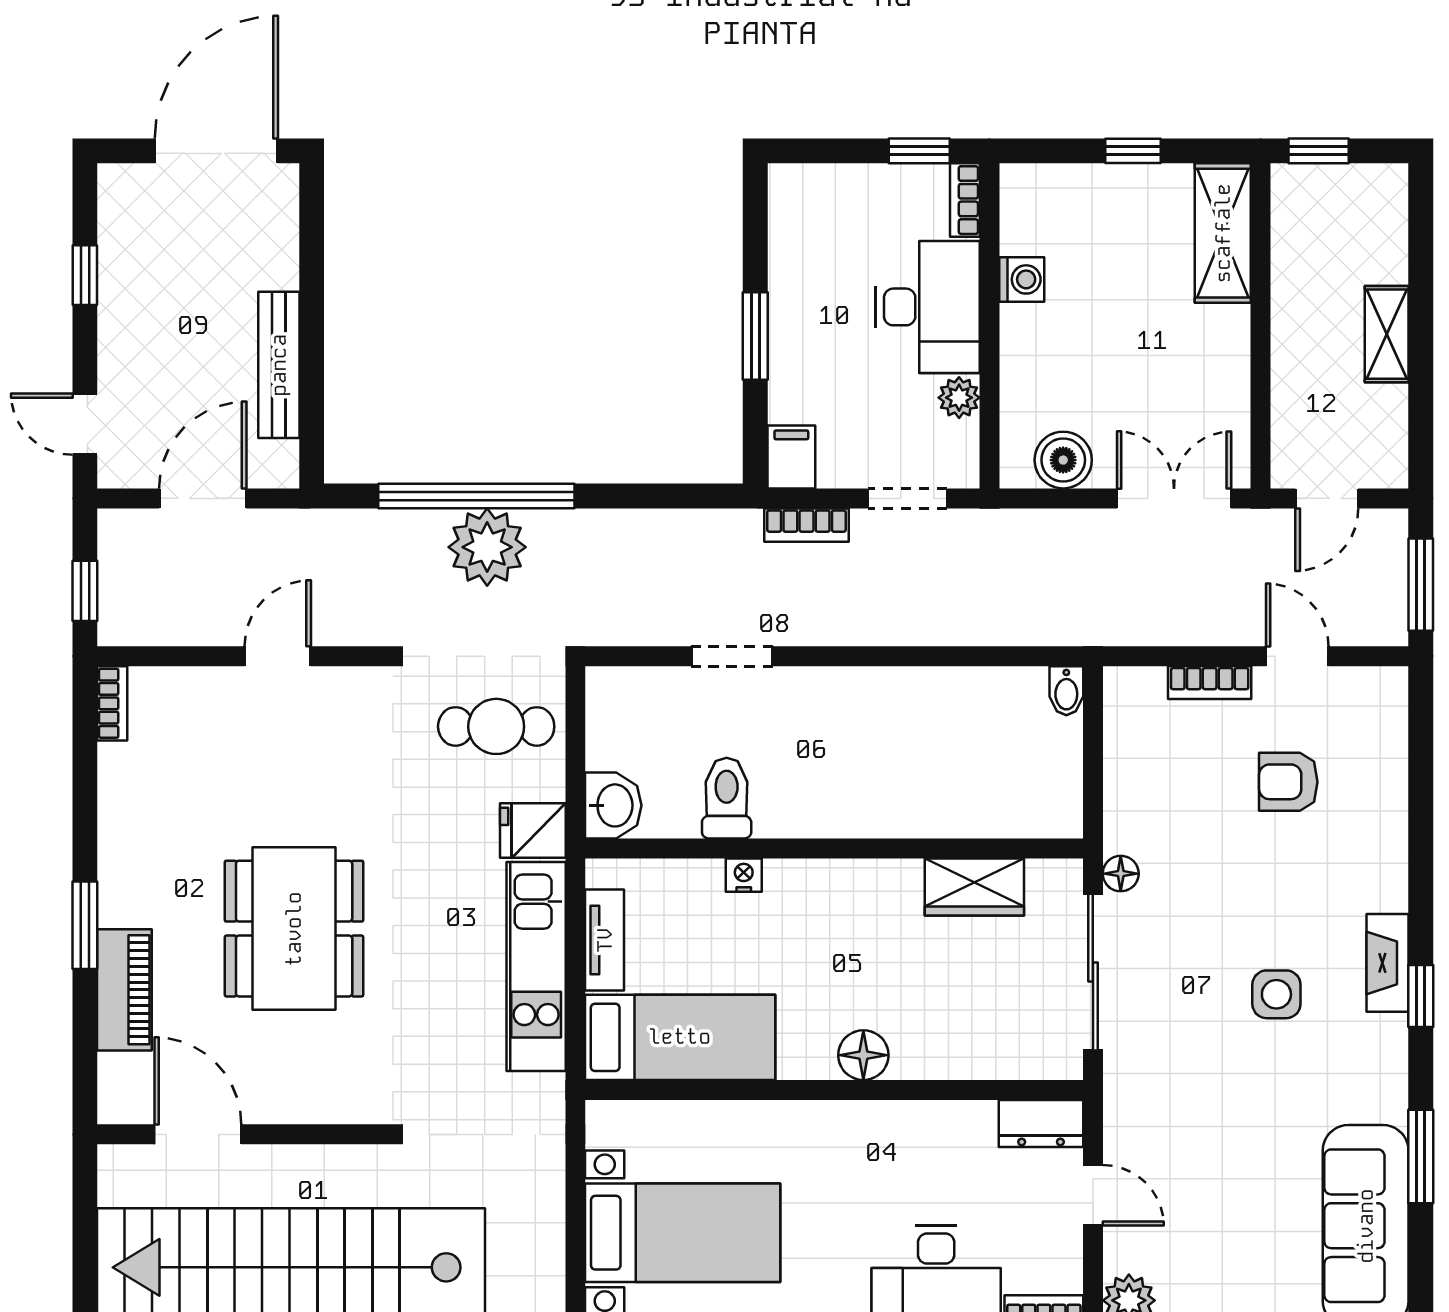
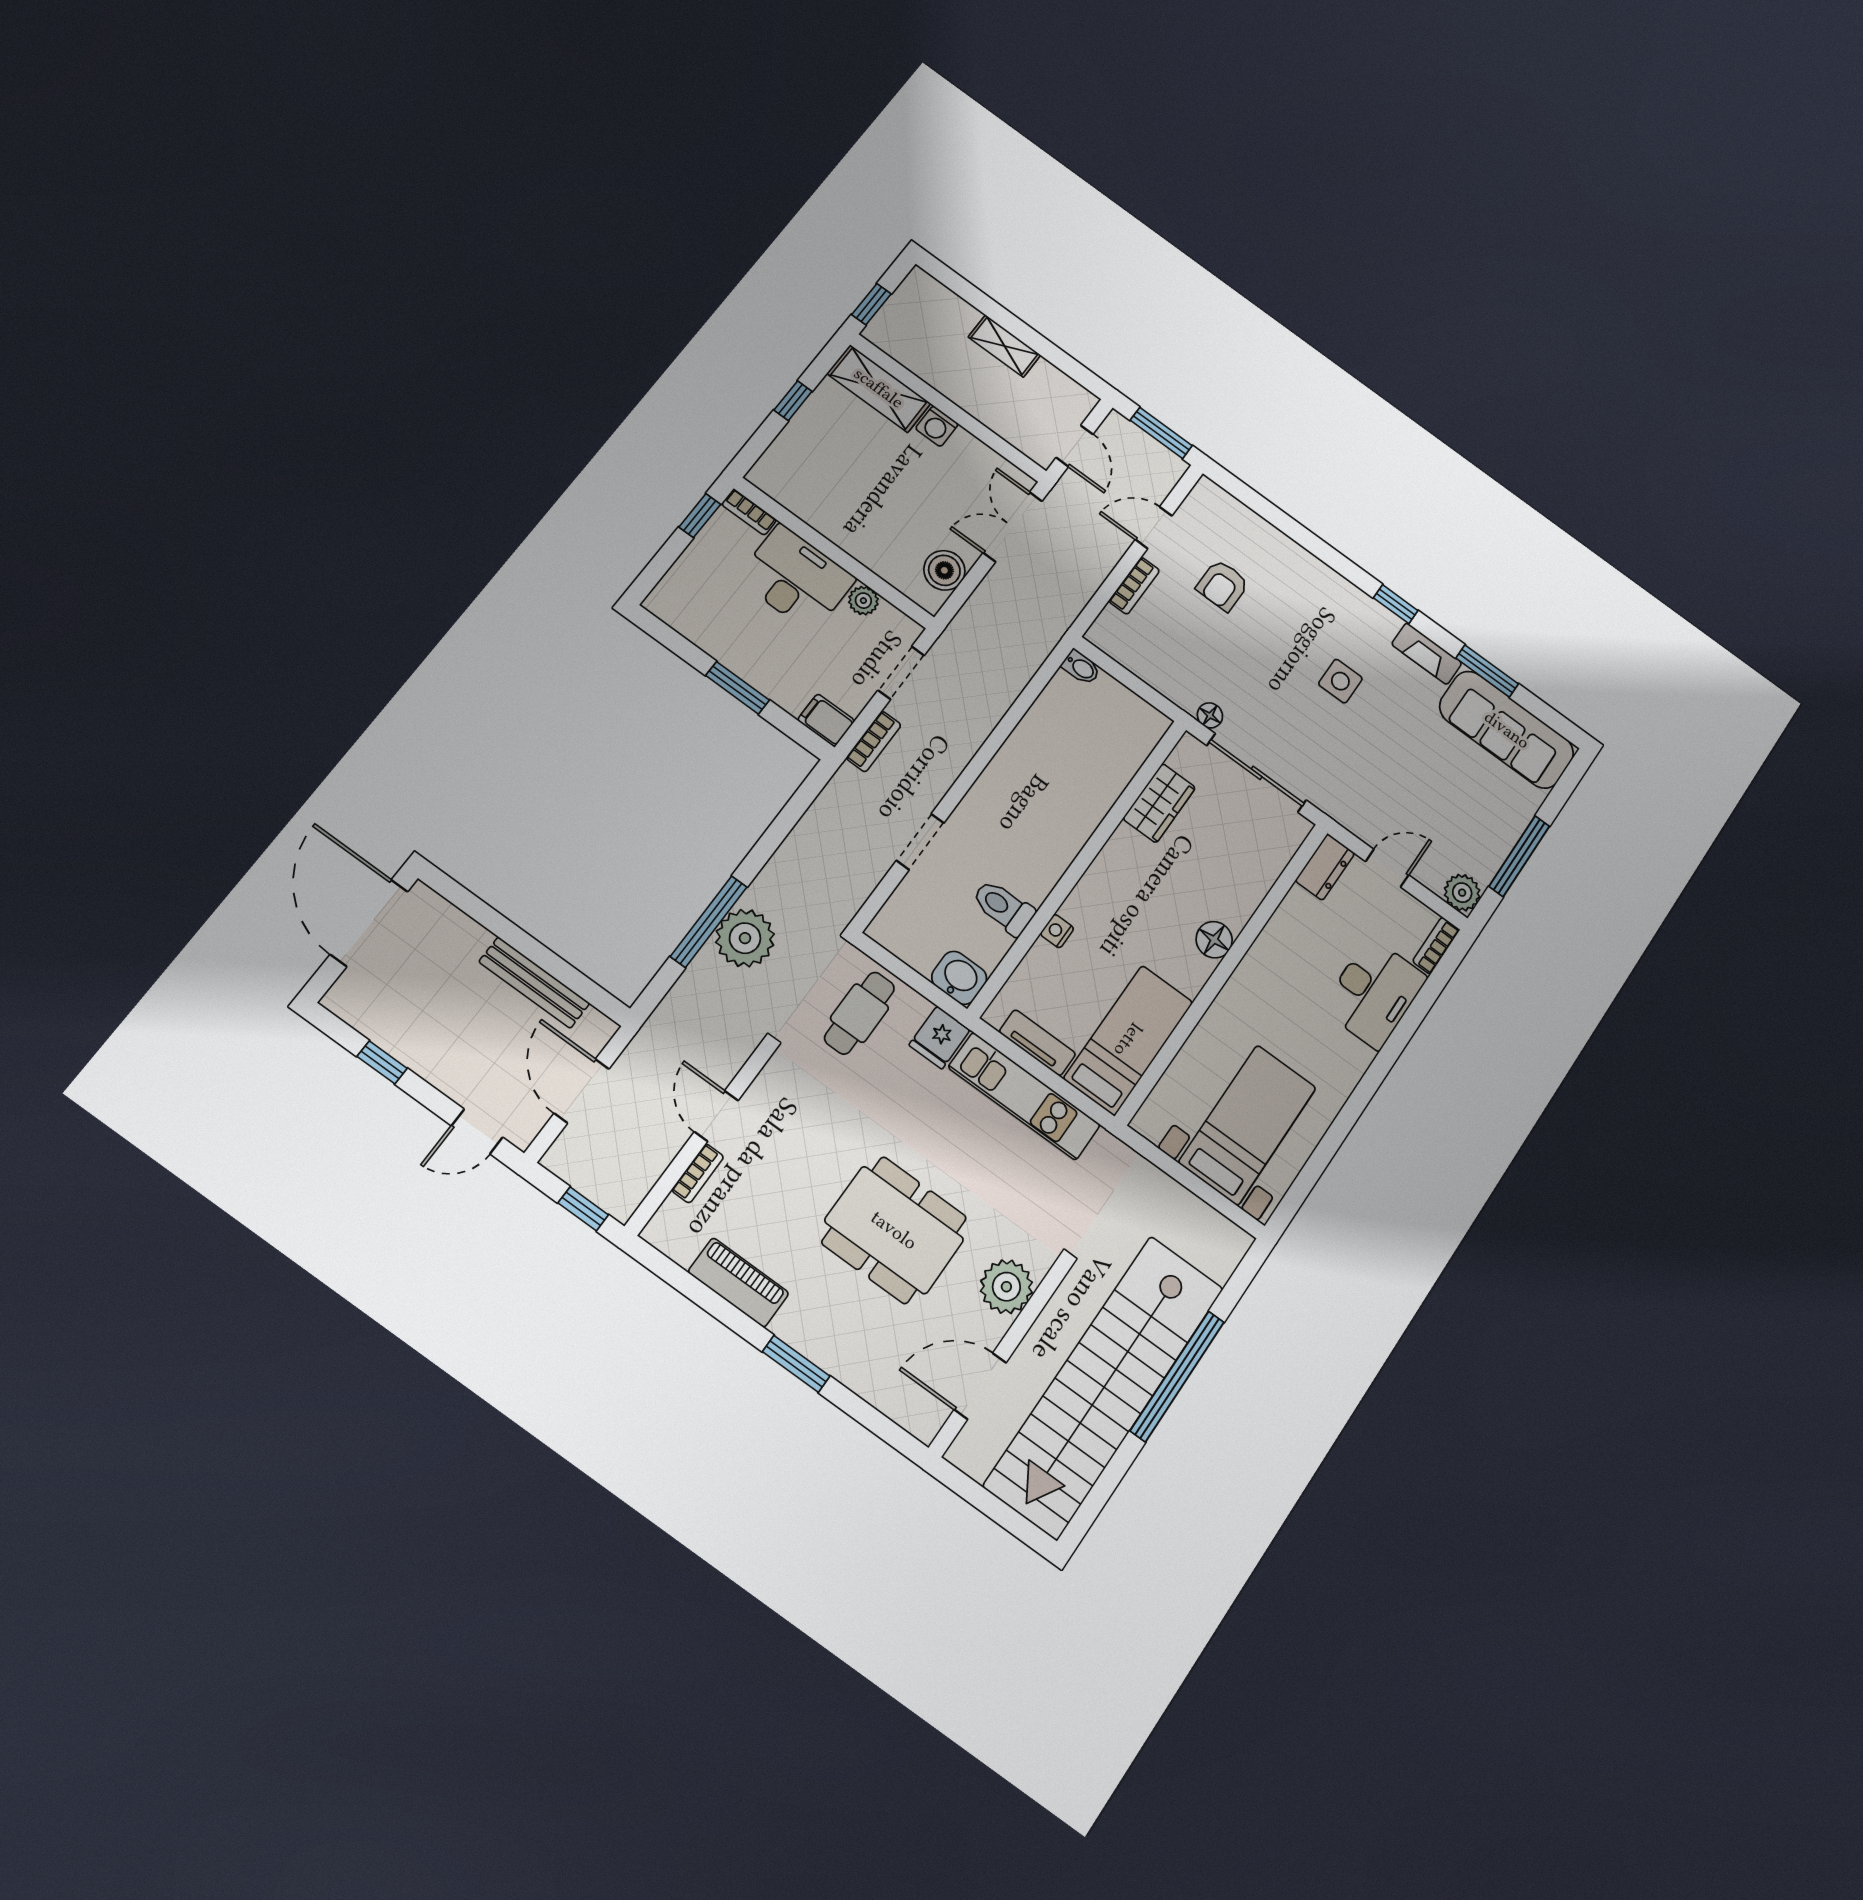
washing machine: (1022, 279) -> (937, 426), moved, turned 180
window: (476, 496) -> (709, 922), width x0.68
bookcase: (112, 703) -> (698, 1173), moved, turned 90
fireplace: (1388, 963) -> (1427, 654), moved
piano: (124, 990) -> (738, 1283), moved
plant: (320, 1090) -> (1006, 1287), added

